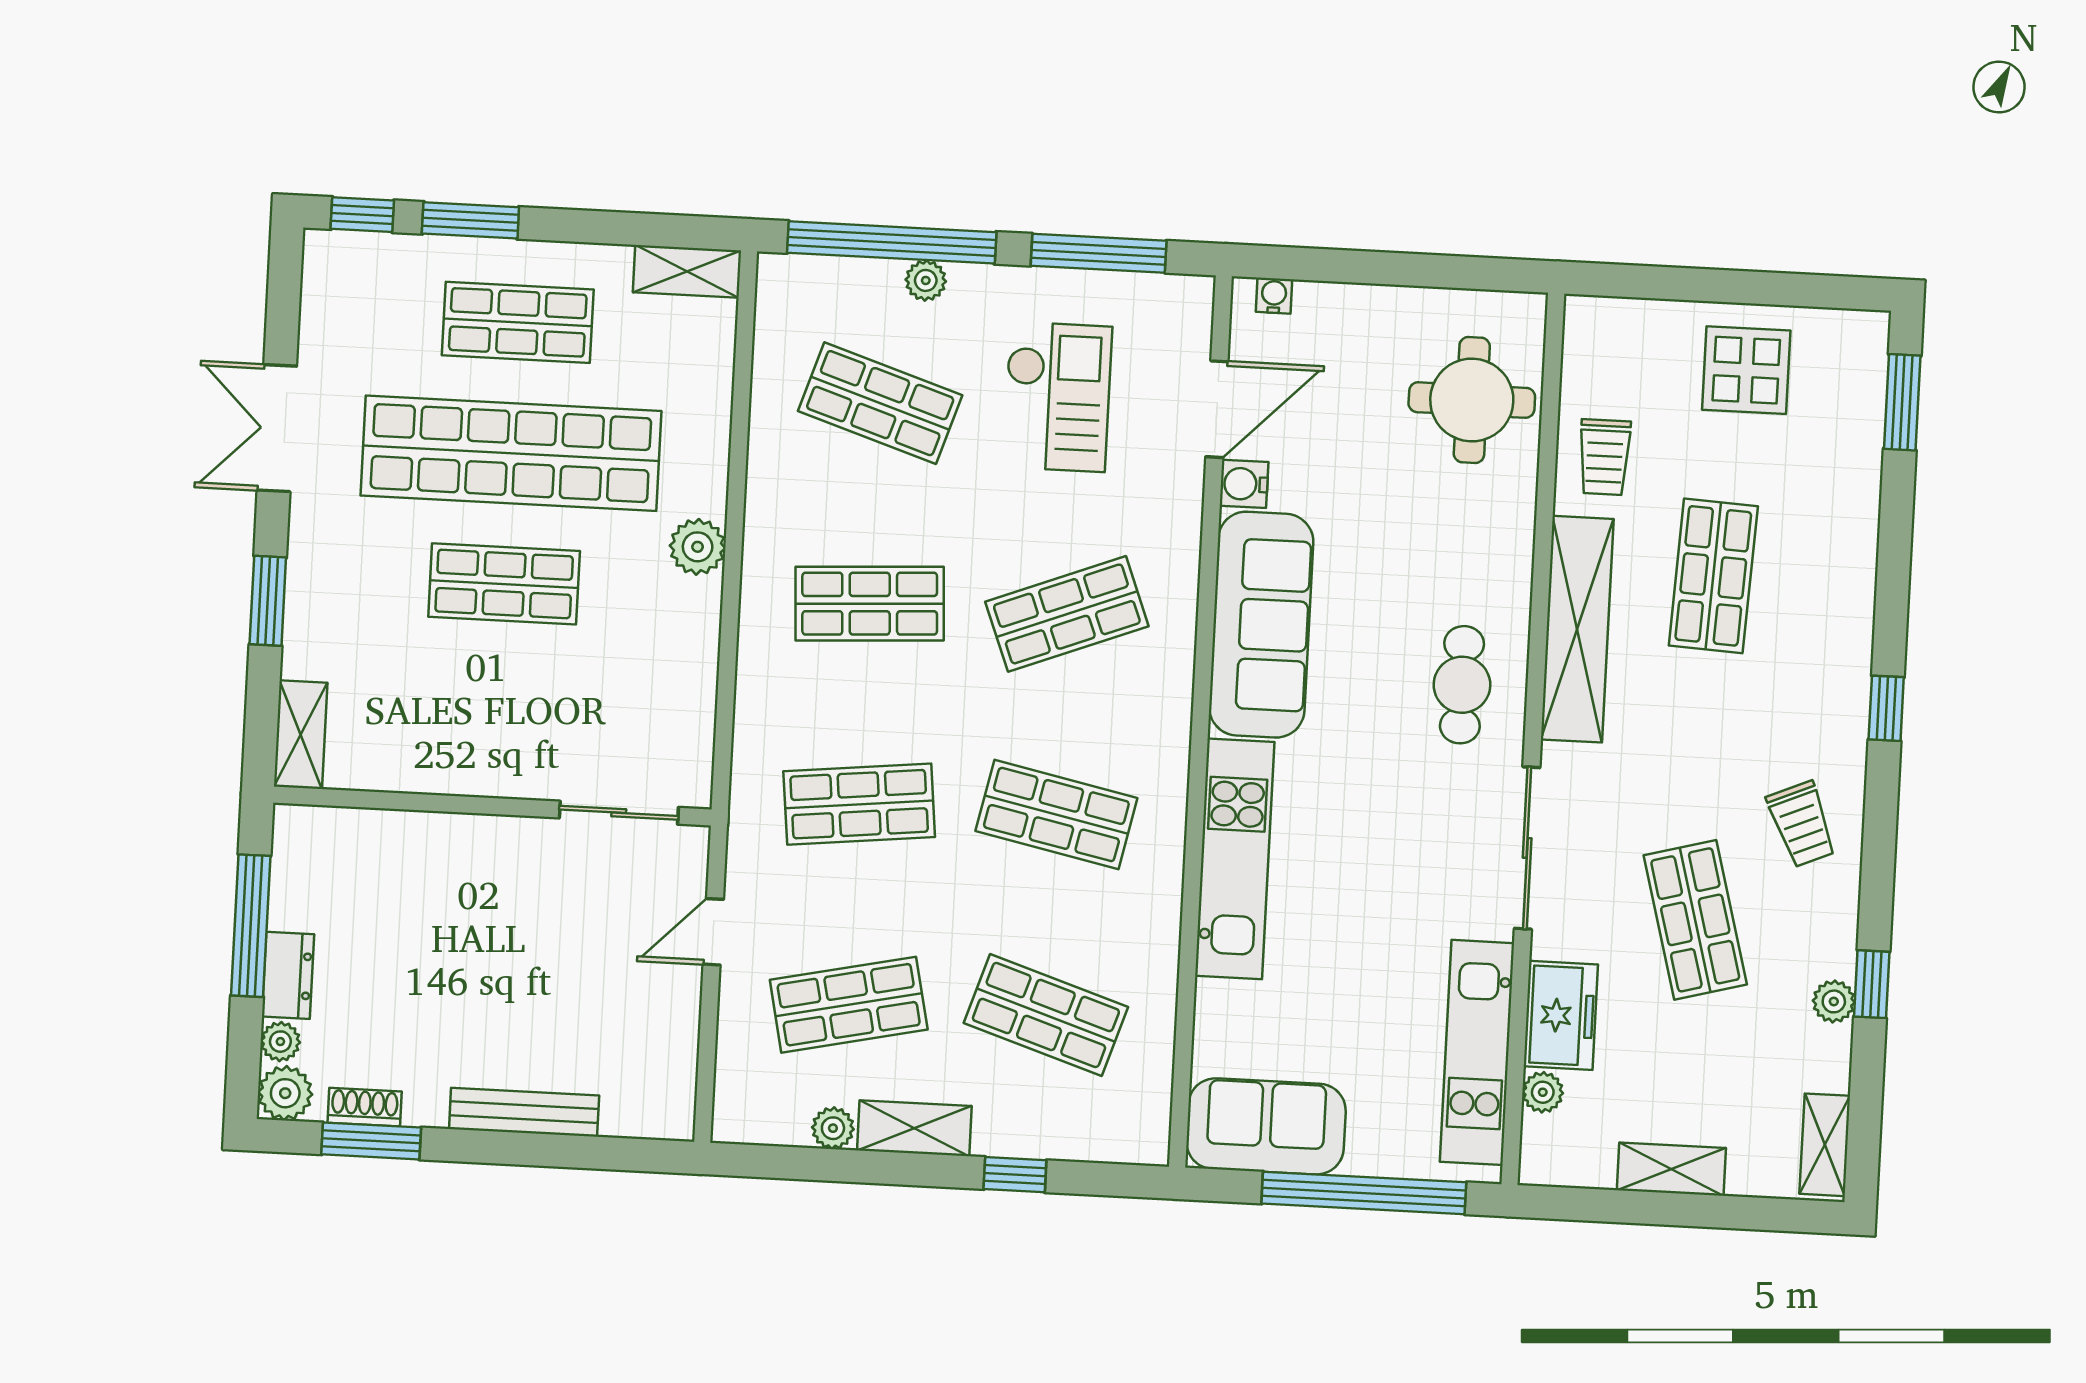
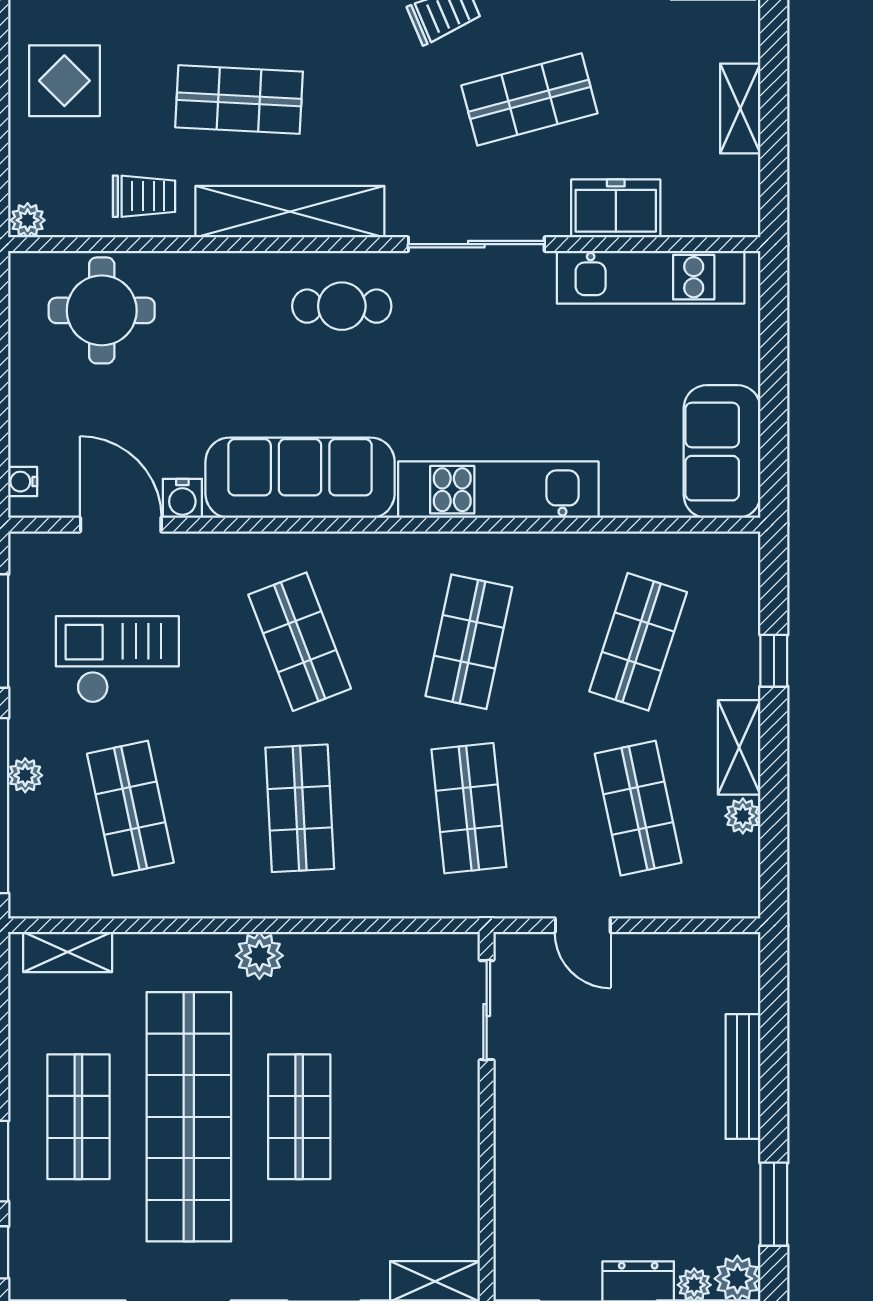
shelving: (687, 271) -> (68, 952), moved, turned 90
shop shelf: (880, 403) -> (130, 808), turned -30
plant: (1543, 1092) -> (28, 220), moved
shoe rack: (365, 1107) -> (746, 1211), removed
window: (1364, 1193) -> (774, 366), removed

